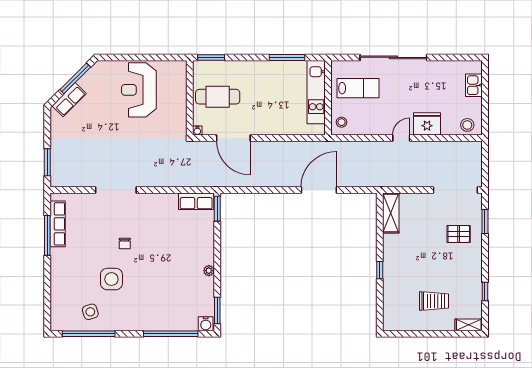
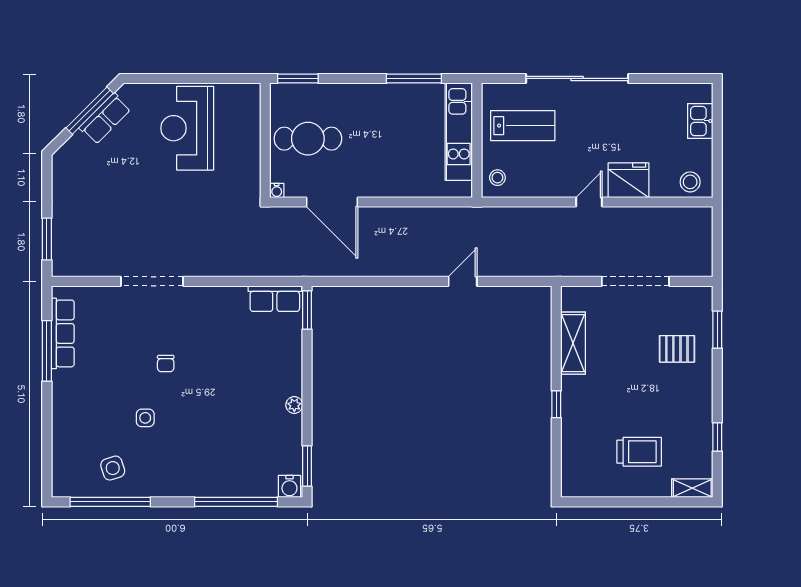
row of seats: (69, 100) -> (105, 119), moved
door: (319, 190) -> (463, 281), width x0.53
doorway: (455, 190) -> (635, 281), moved
shelving: (391, 213) -> (573, 343), moved
side table: (111, 279) -> (145, 418), width x0.54, depth x0.54

